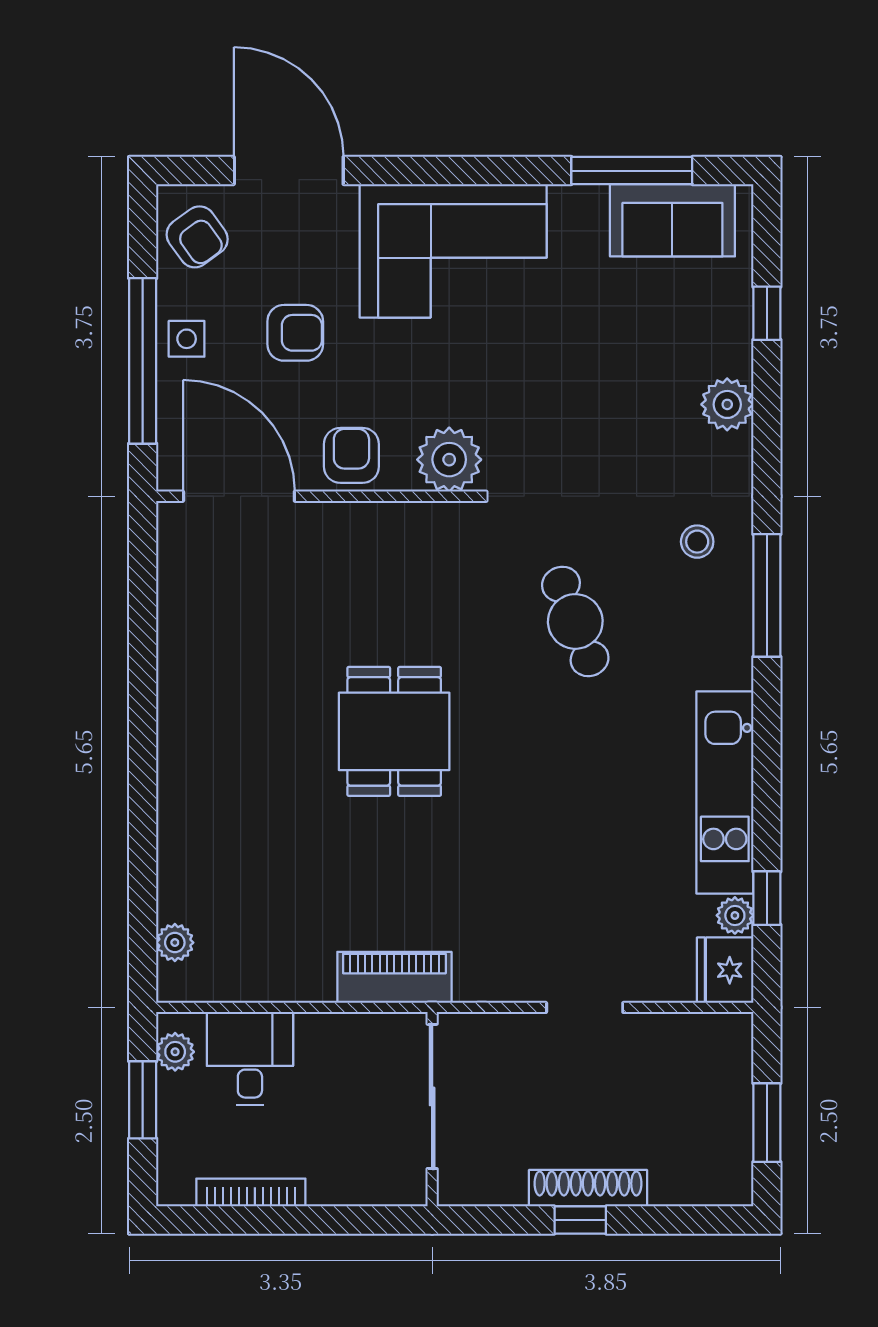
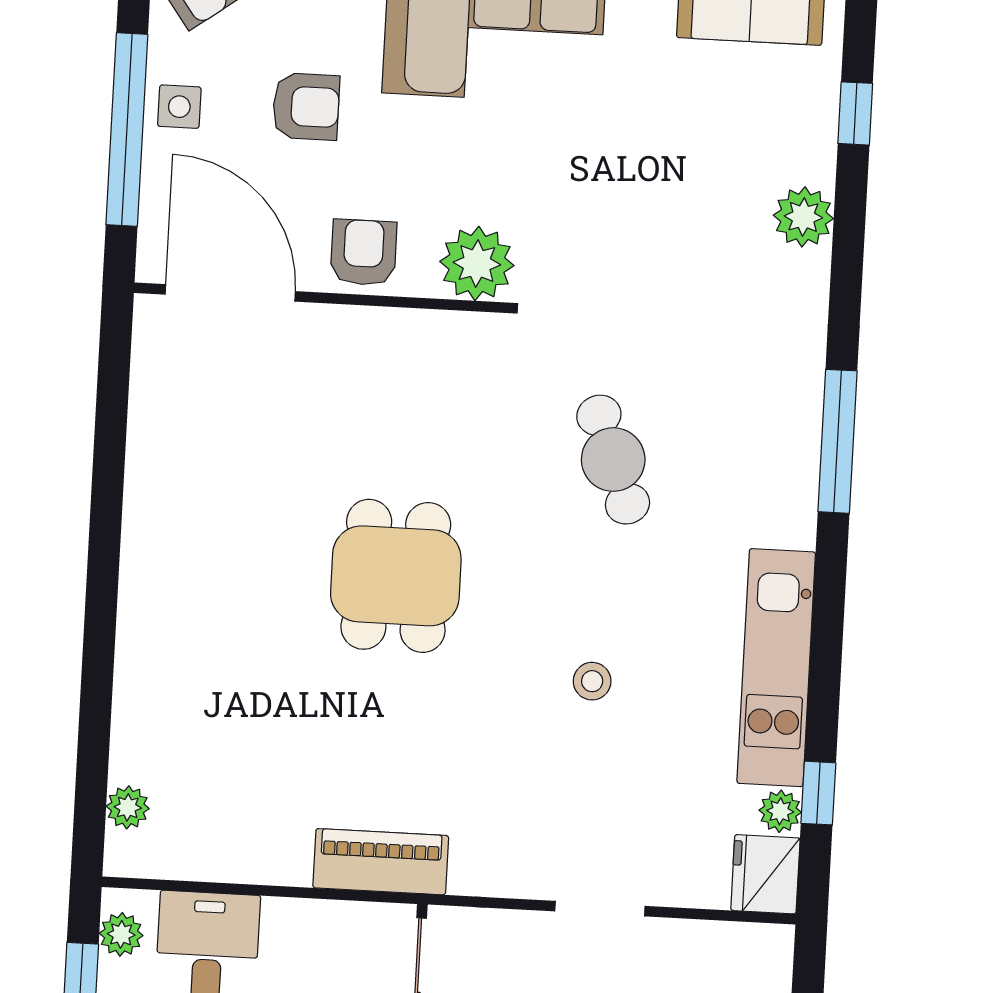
stool: (697, 542) -> (592, 681), moved

